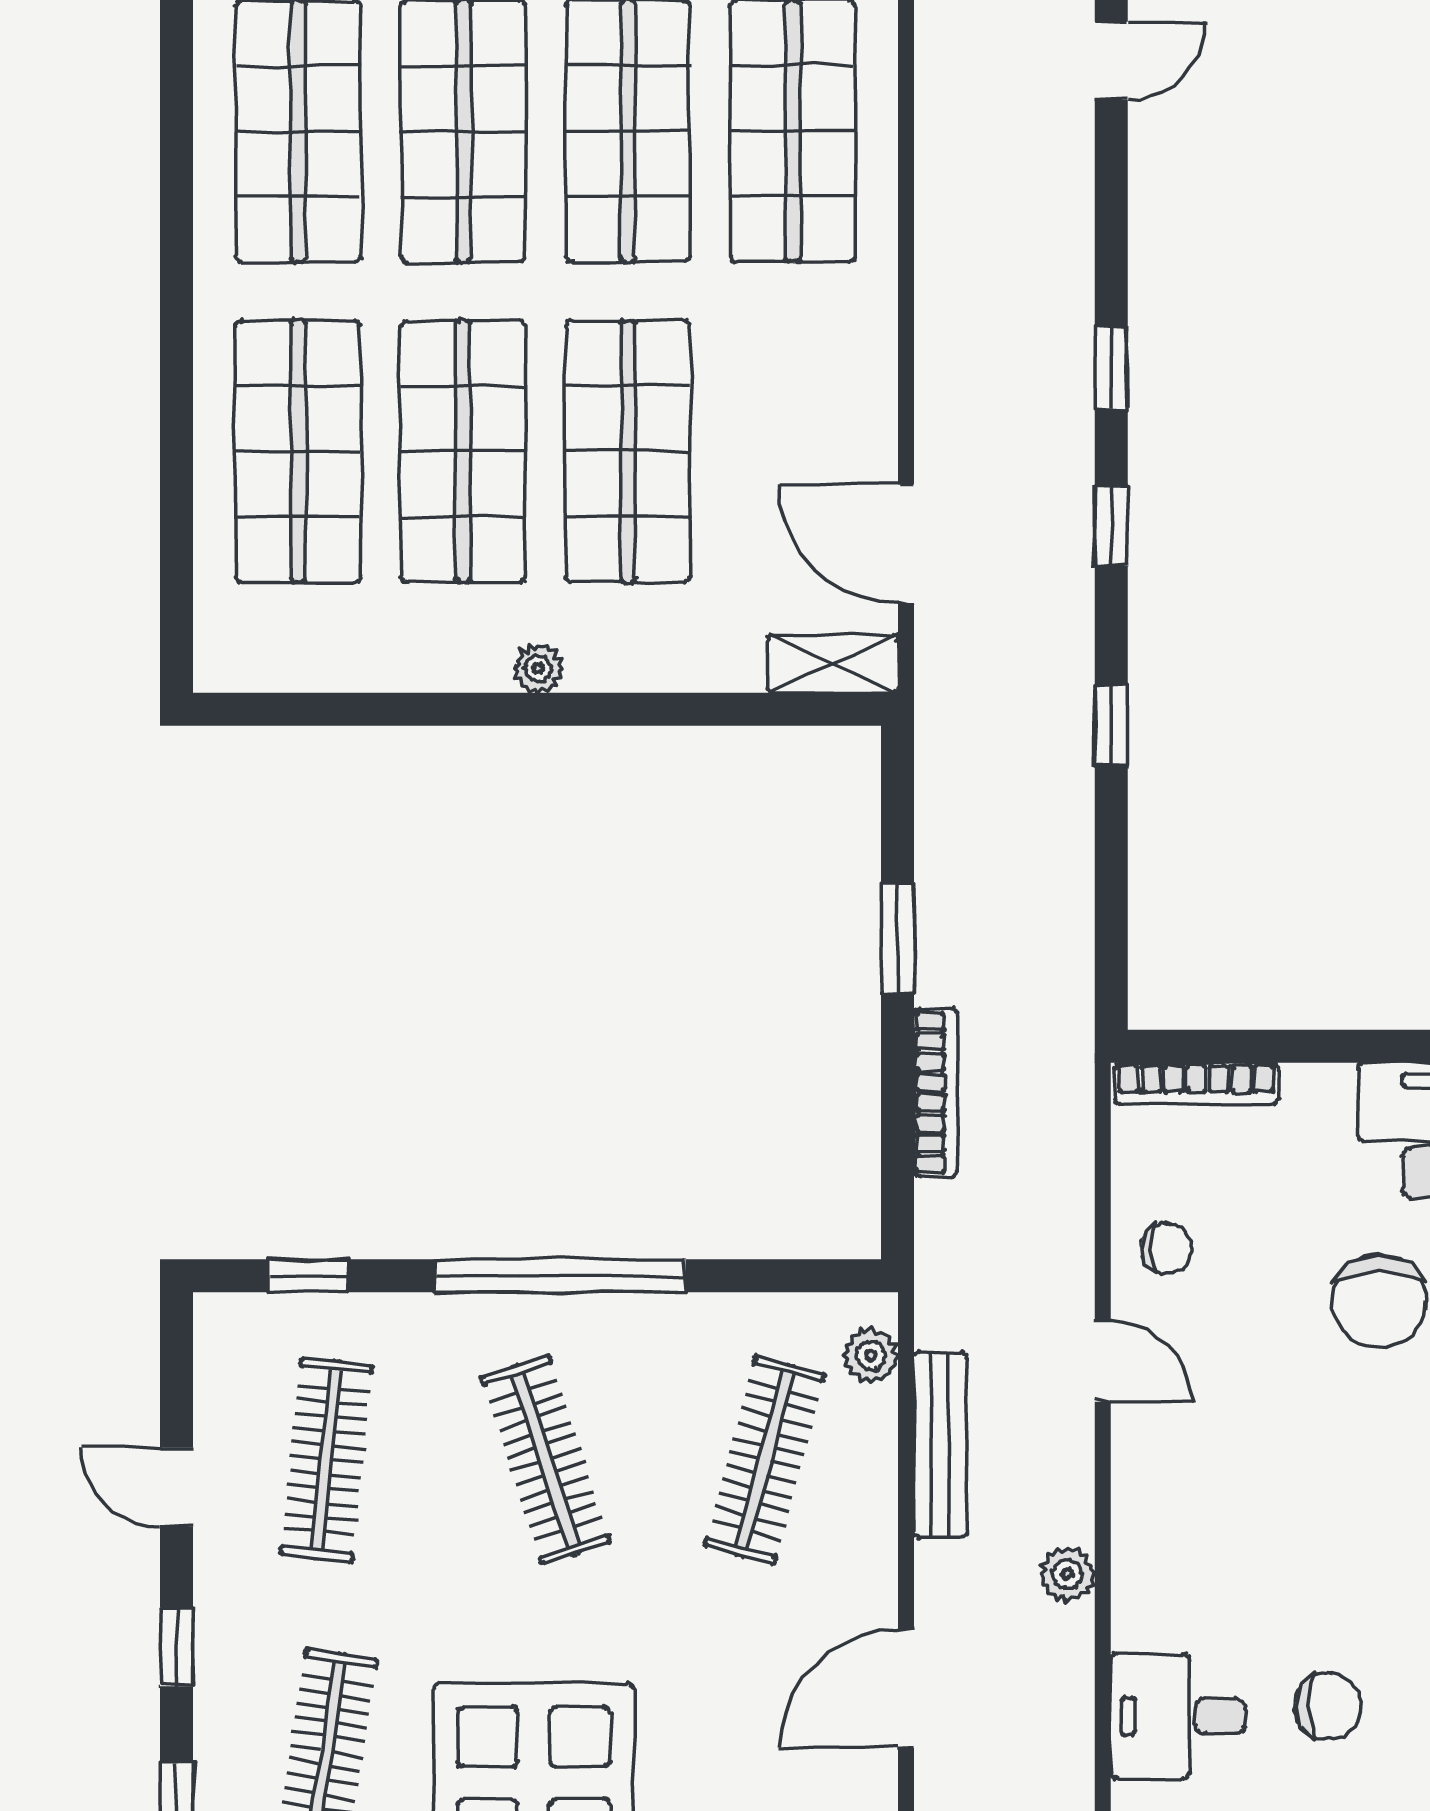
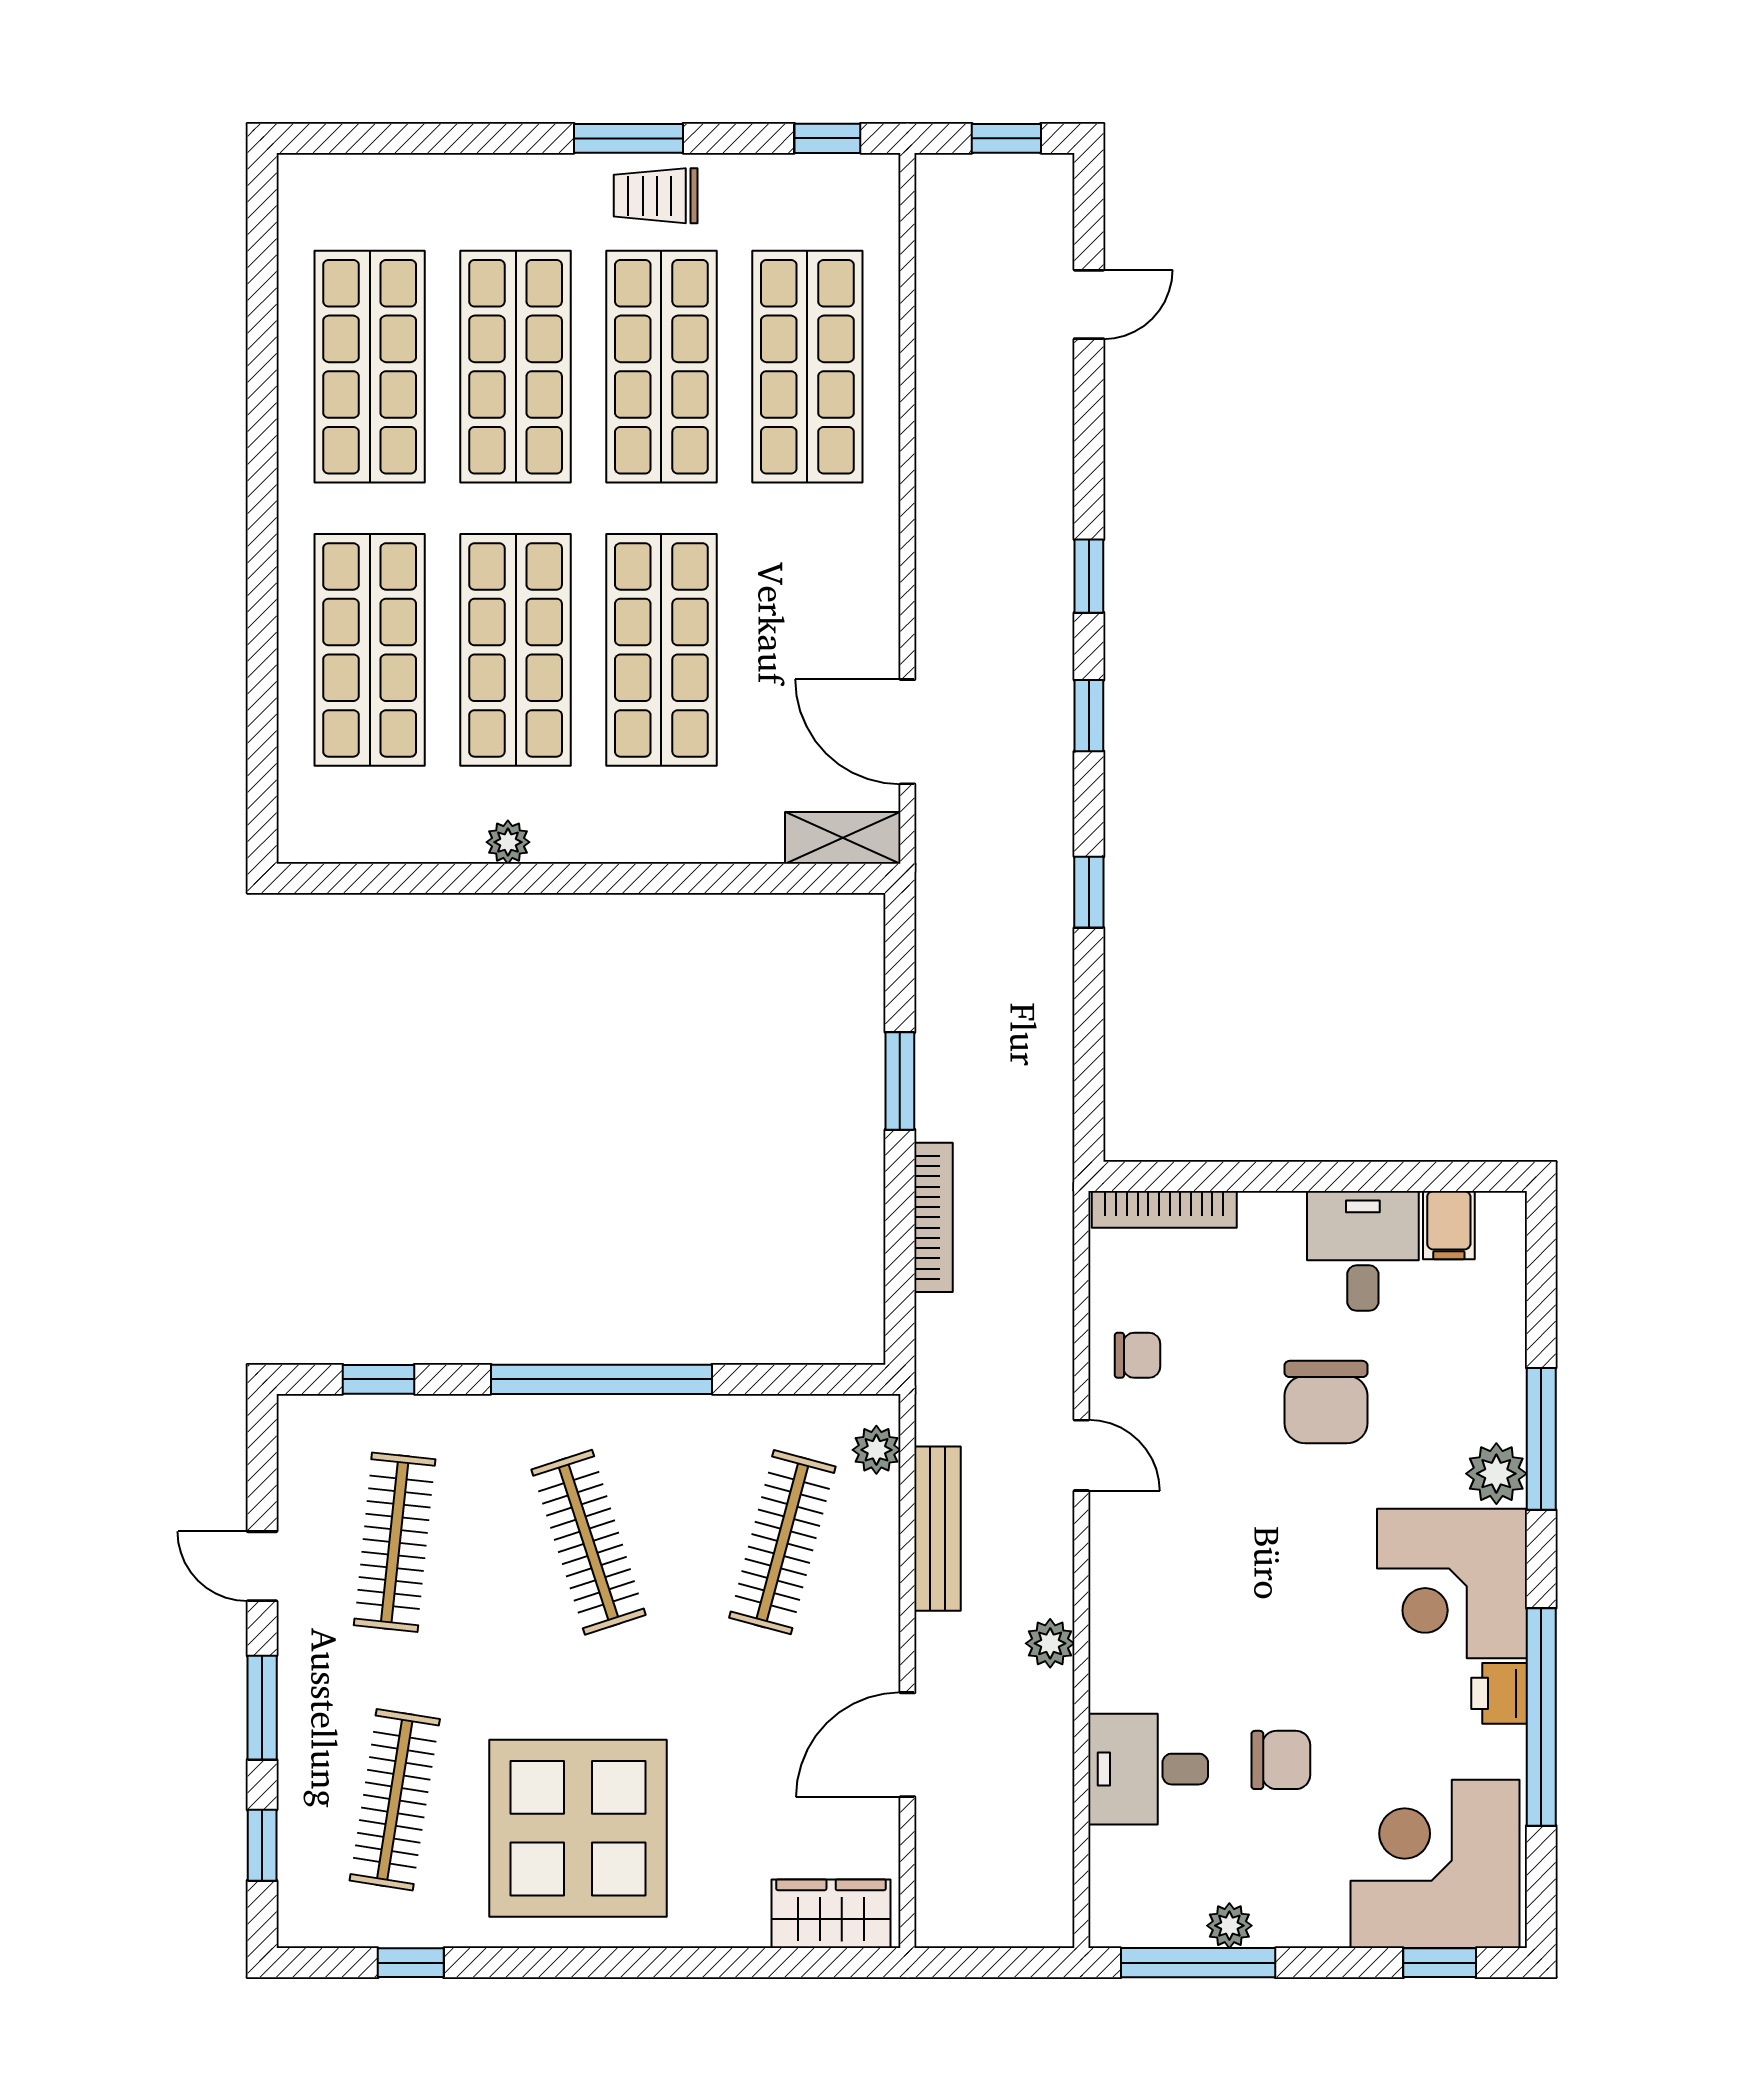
plant: (538, 668) -> (508, 842), moved
window: (177, 1647) -> (262, 1708), width x1.50

